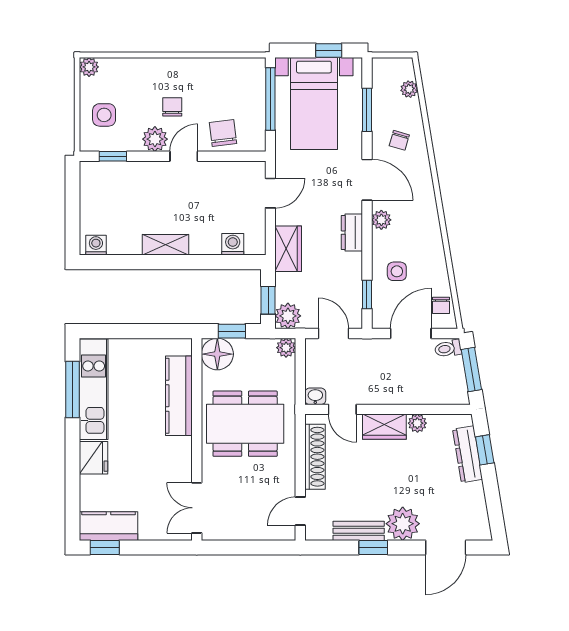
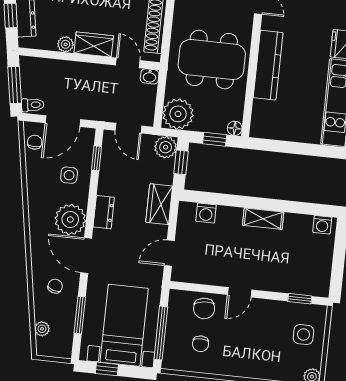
chair: (172, 107) -> (201, 344), moved
plant: (155, 139) -> (262, 309), removed
plant: (381, 220) -> (70, 220), width x1.87, depth x1.87
plant: (286, 348) -> (178, 114), width x1.88, depth x1.88
floor lamp: (217, 354) -> (235, 128), width x0.53, depth x0.53
kitchen counter: (179, 396) -> (268, 65), moved

